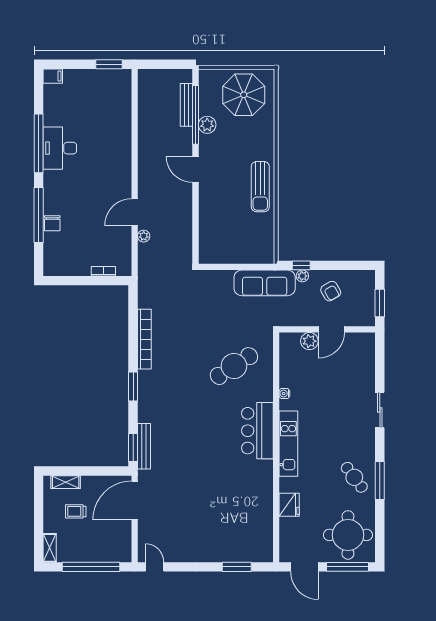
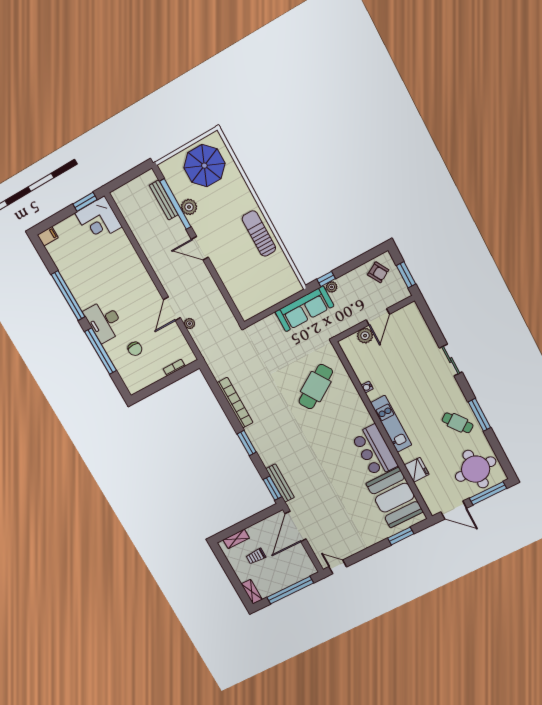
corner desk: (112, 88) -> (98, 220), added
desk: (60, 148) -> (104, 321), moved
sun lounger: (260, 187) -> (259, 234), turned 180
chair: (52, 223) -> (135, 349), moved
armchair: (331, 291) -> (378, 272), moved
bar counter: (257, 431) -> (375, 451), moved
booth: (252, 523) -> (395, 498), added

